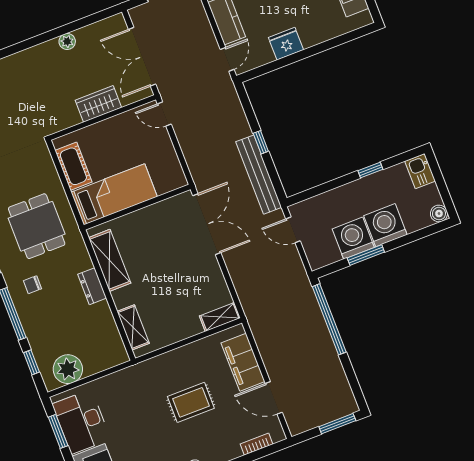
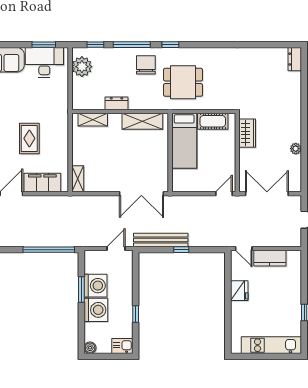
wardrobe: (98, 104) -> (247, 133), moved
chair: (33, 285) -> (146, 65), width x1.87, depth x1.87
dresser: (92, 286) -> (117, 103), moved

